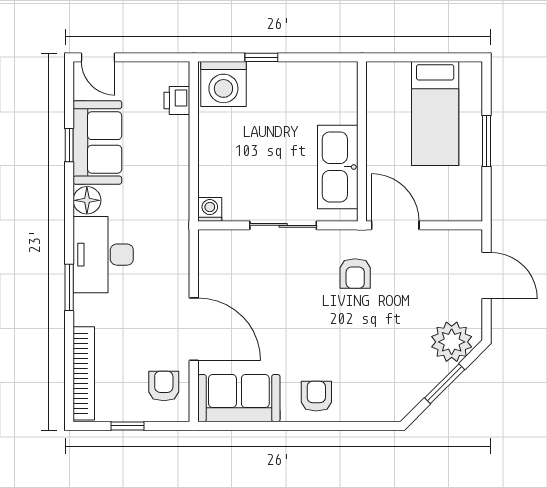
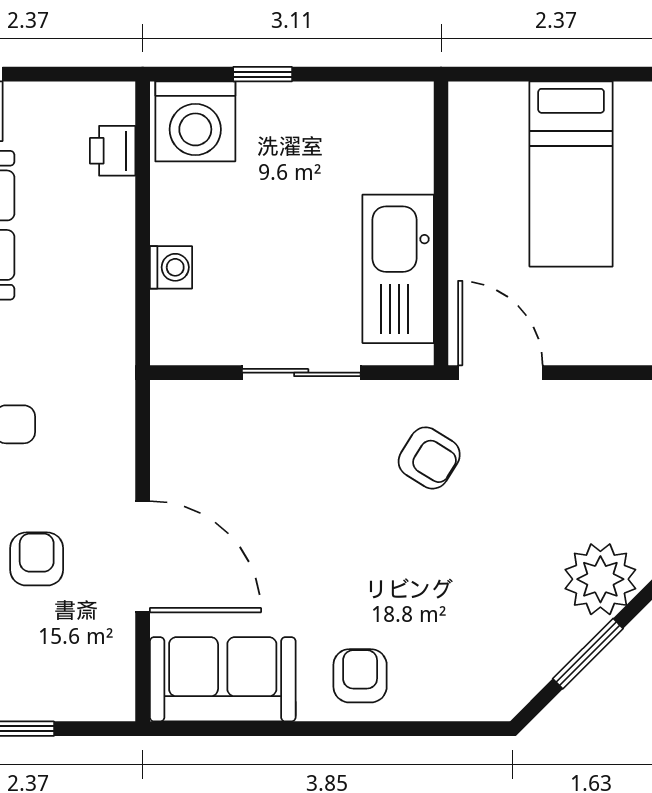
washing machine: (210, 209) -> (171, 267), moved, turned 90
armchair: (355, 273) -> (429, 458), turned -58
armchair: (164, 386) -> (37, 559), moved

